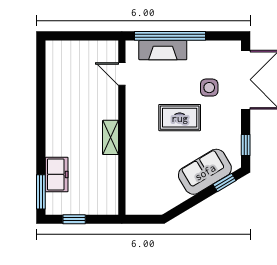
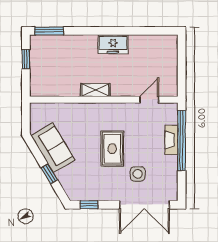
fireplace: (163, 50) -> (171, 140), width x0.73, depth x0.76
sofa: (205, 172) -> (53, 148), moved
freezer: (57, 174) -> (113, 44), moved
window: (224, 182) -> (49, 174), moved

